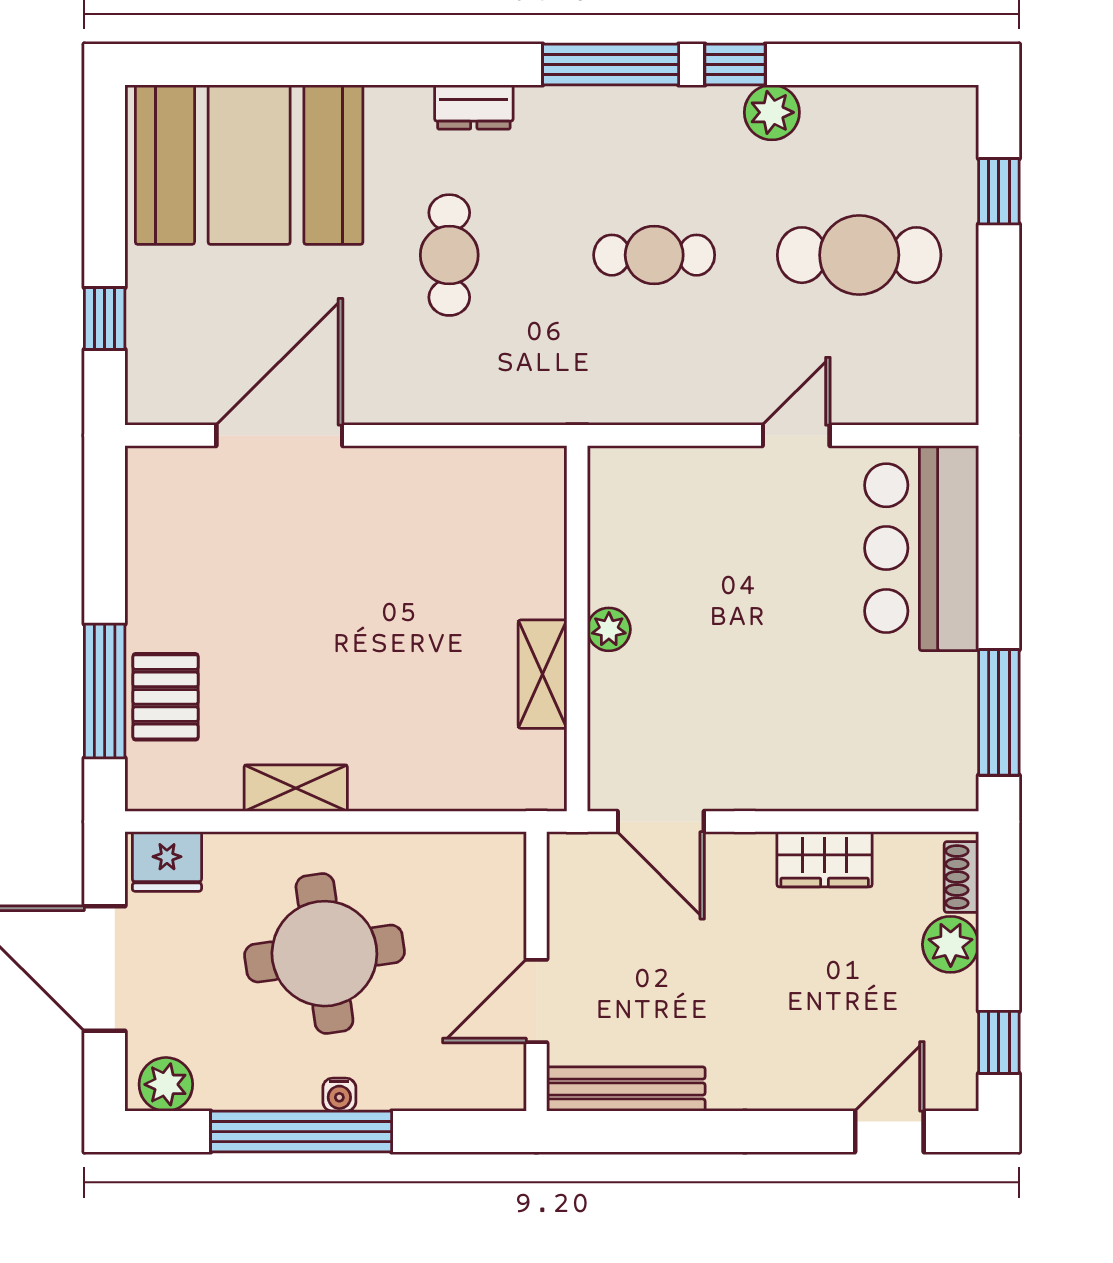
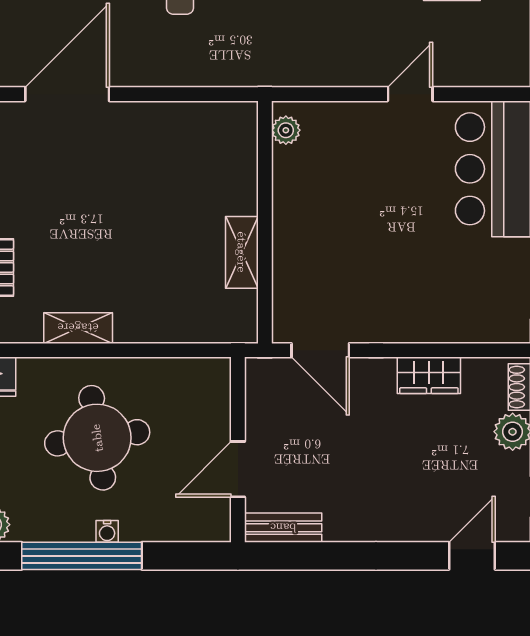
plant: (609, 629) -> (286, 130), moved
bench: (626, 1089) -> (283, 528), width x0.73

